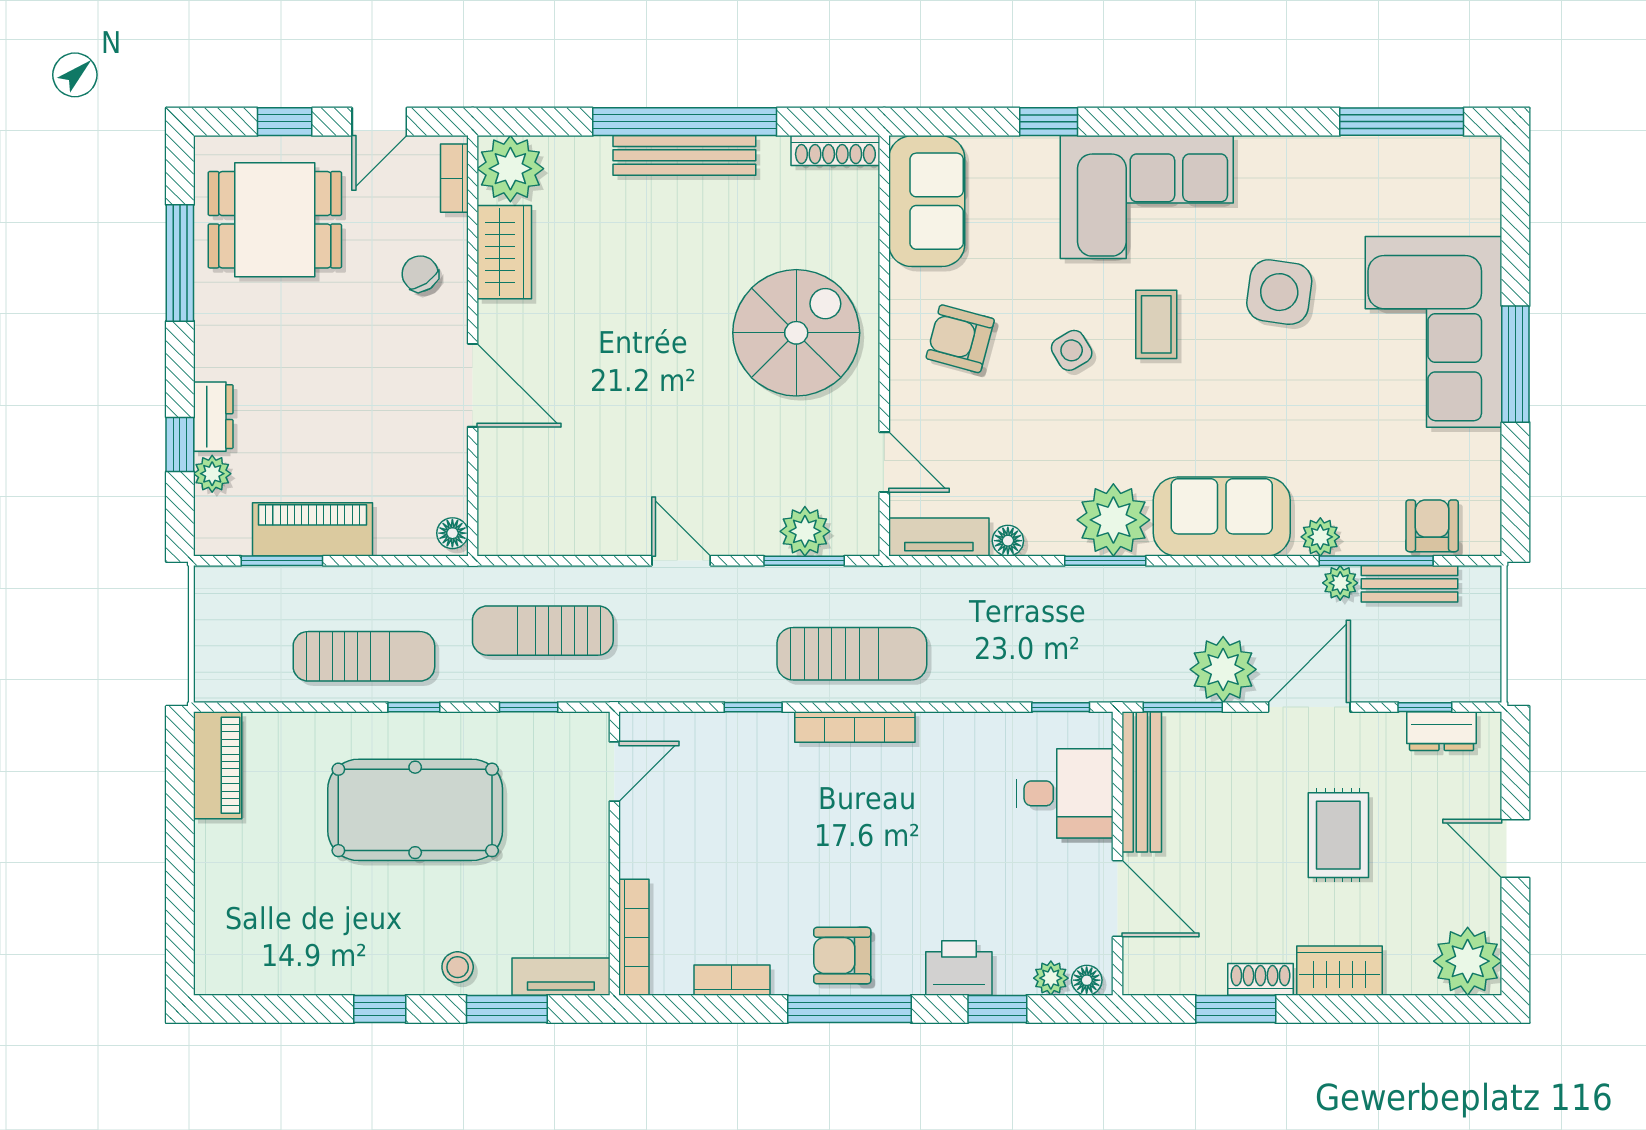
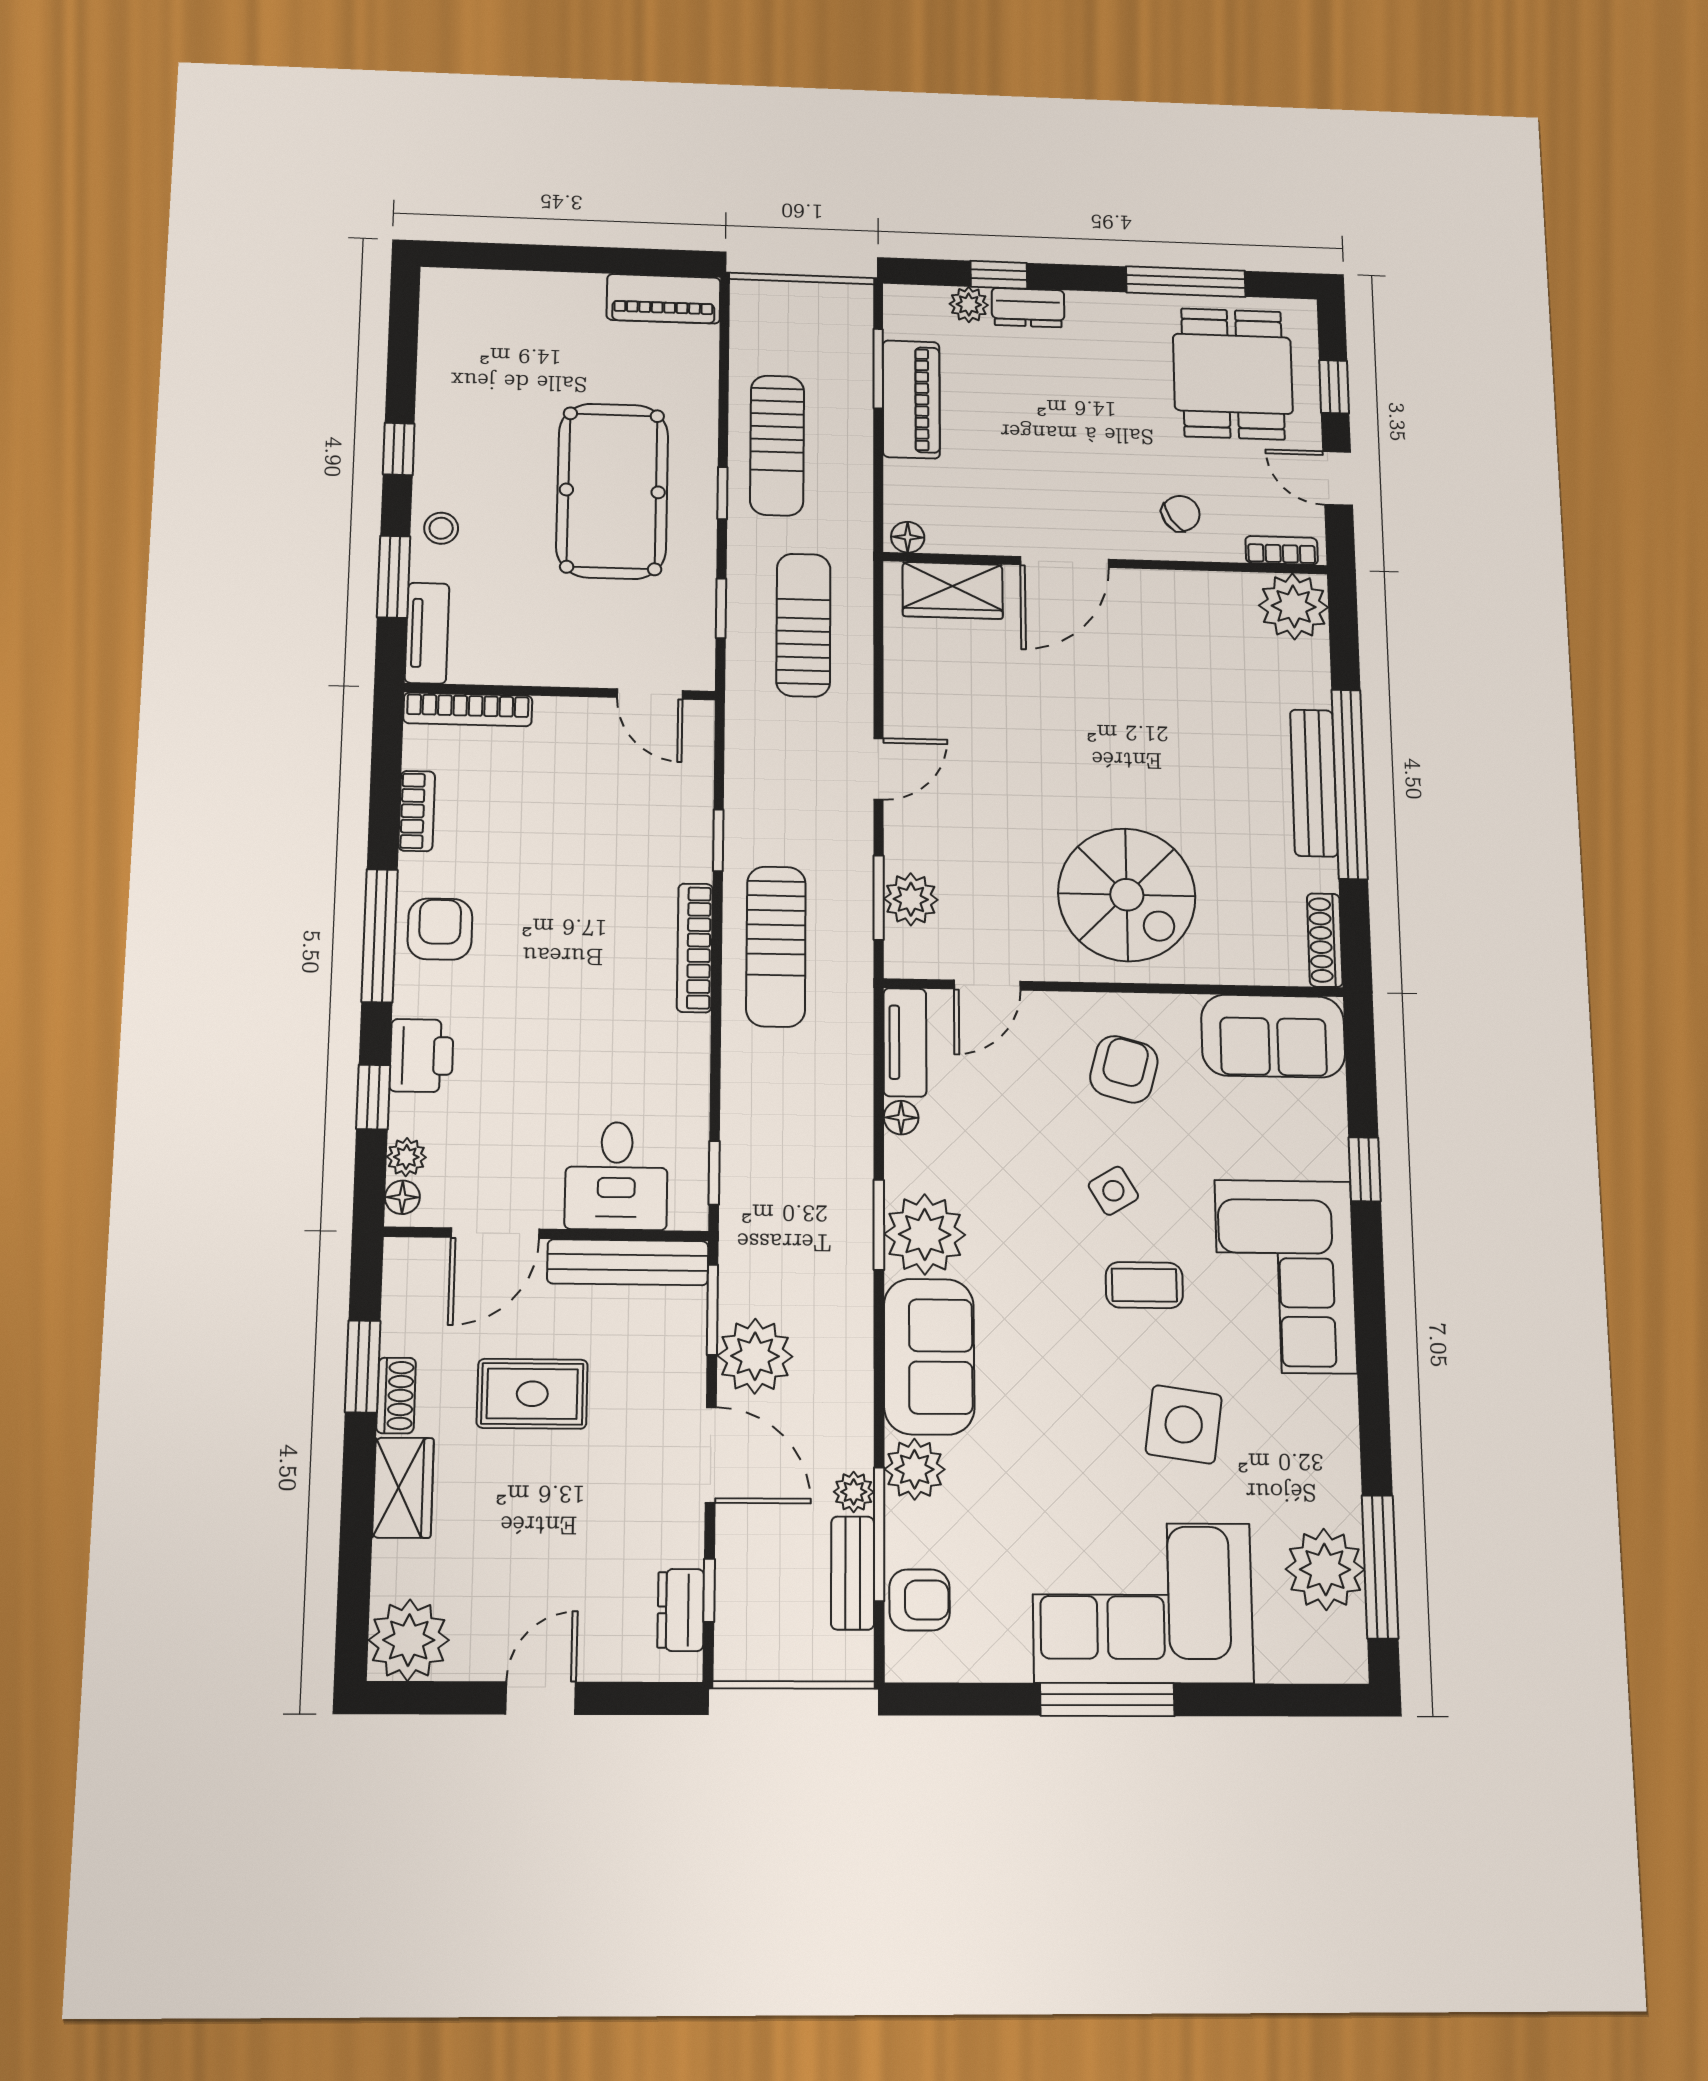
plant: (1404, 171) -> (1325, 1569), added
wardrobe: (504, 252) -> (953, 590), moved
plant: (1320, 537) -> (915, 1469), width x1.38, depth x1.38
rug: (1338, 835) -> (532, 1394), moved

